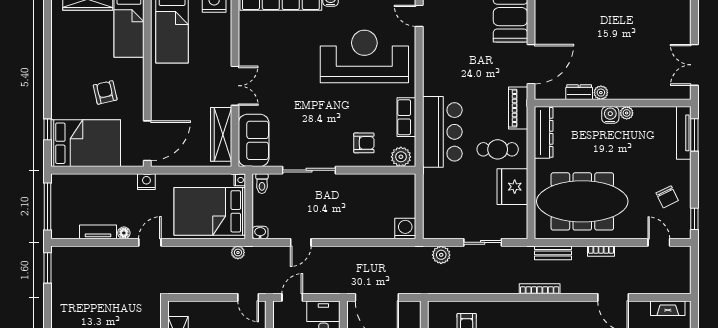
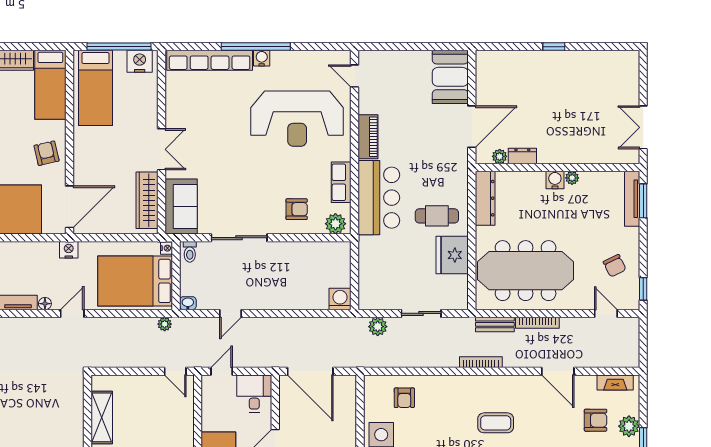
reception desk: (364, 57) -> (297, 119), turned 180
armchair: (105, 92) -> (47, 153), moved
plant: (601, 93) -> (500, 156), moved
piano: (518, 108) -> (368, 137), moved, turned 180
bookcase: (601, 251) -> (537, 323), width x1.56

